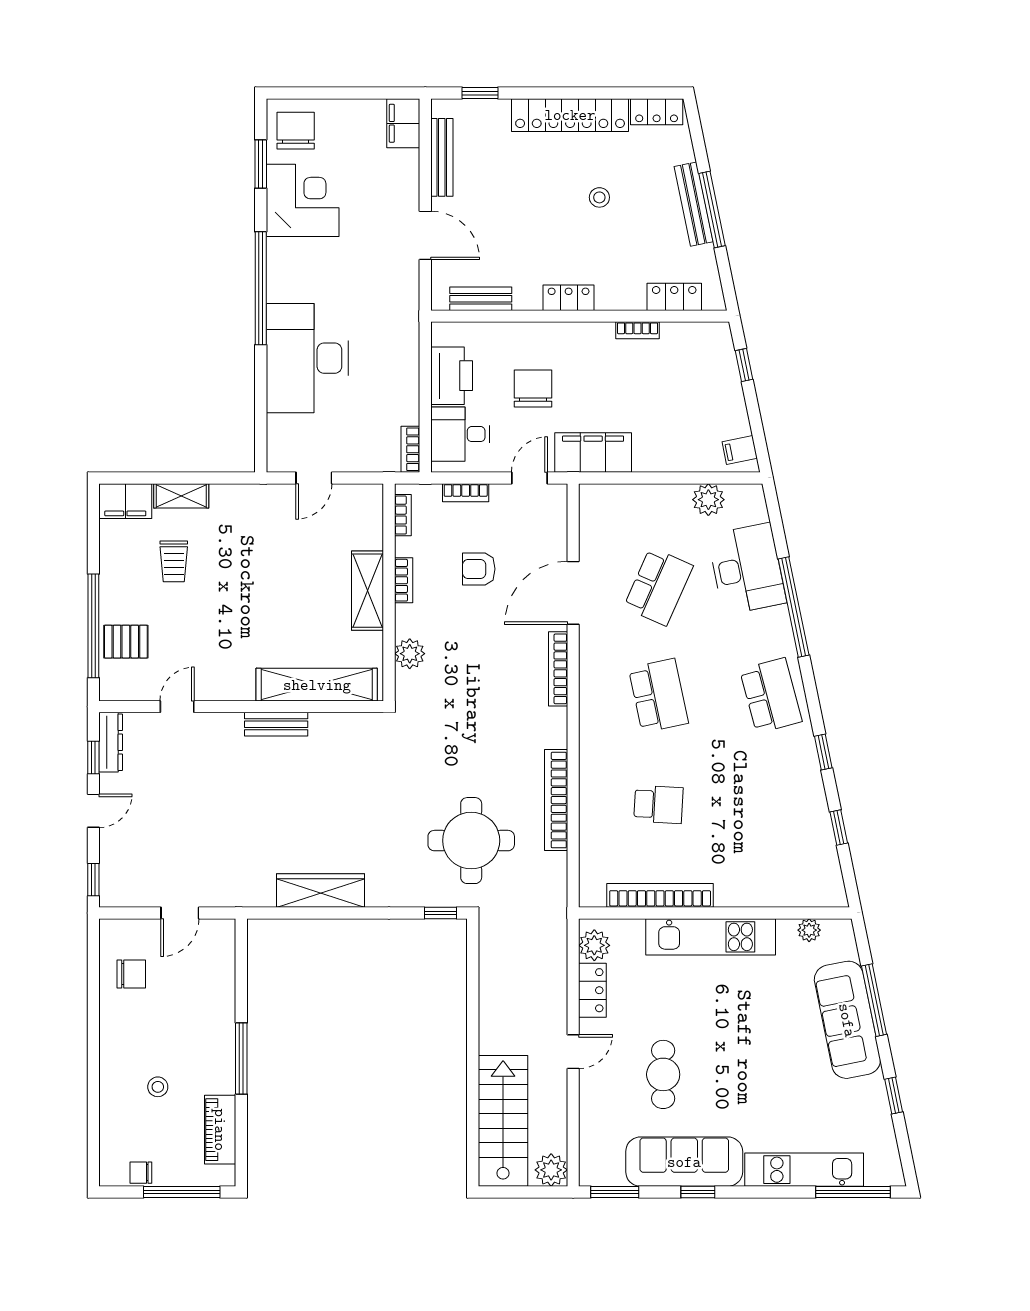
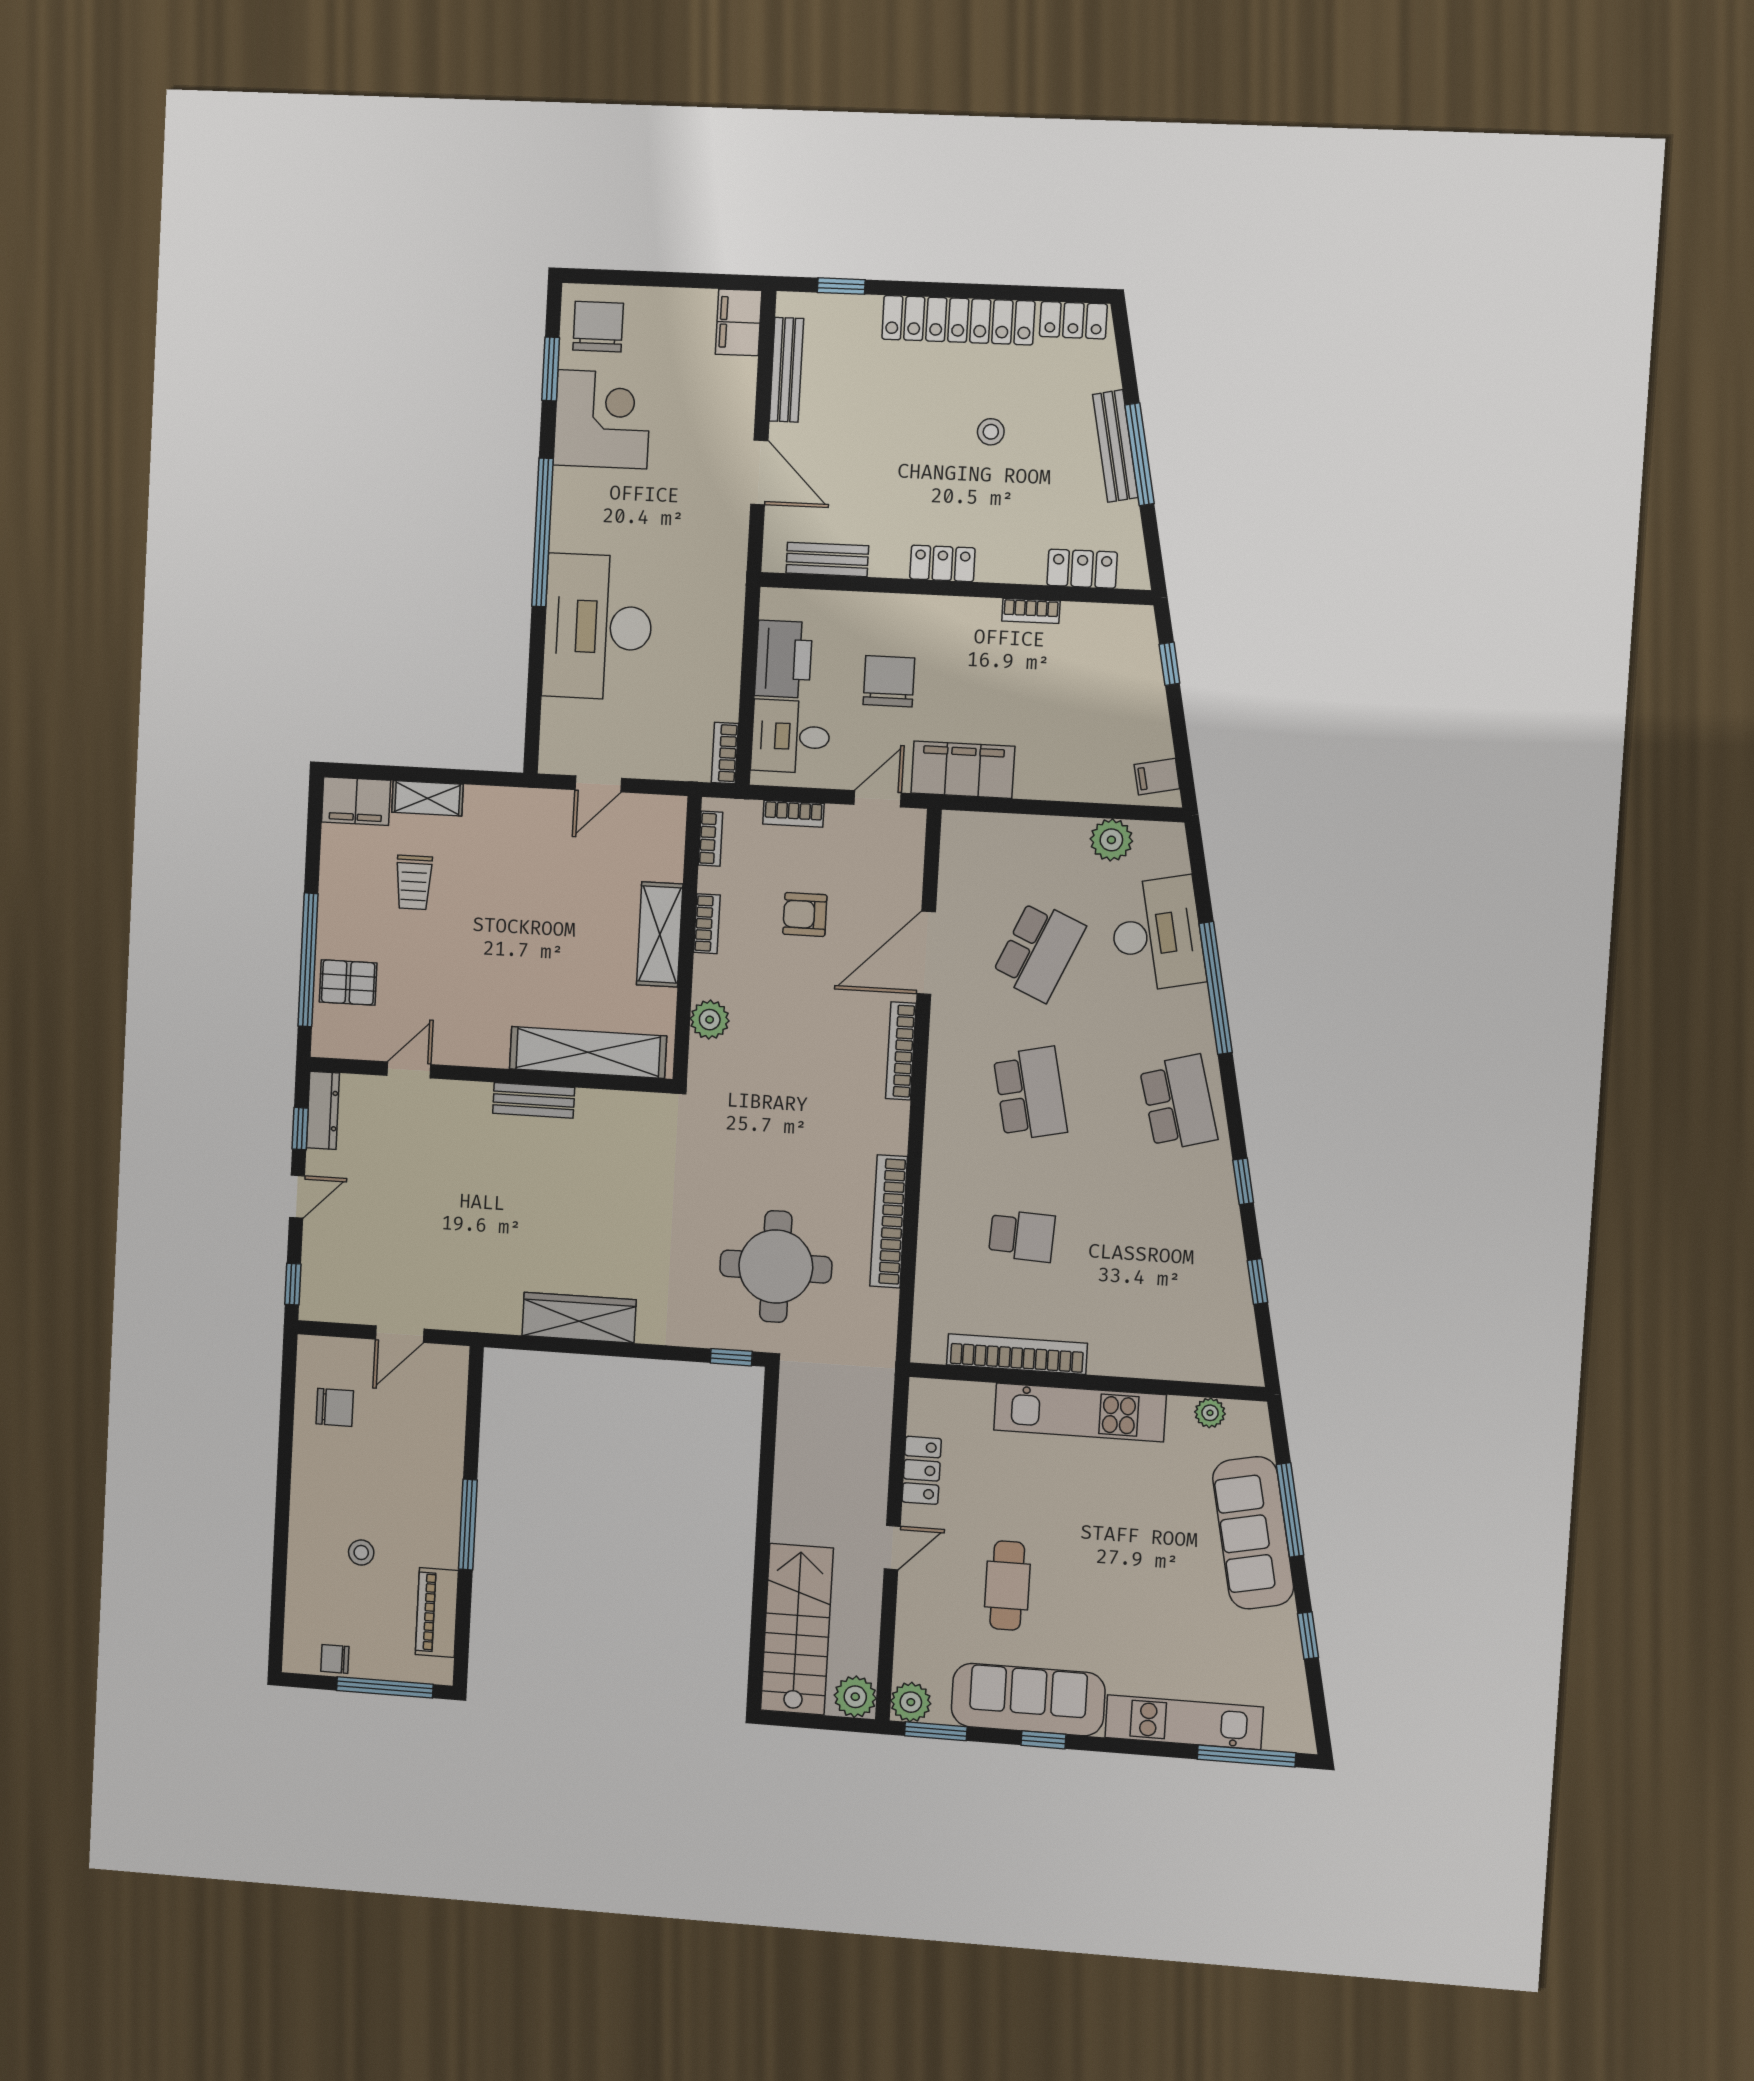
plant: (594, 945) -> (911, 1702), moved

